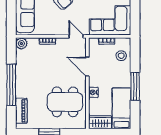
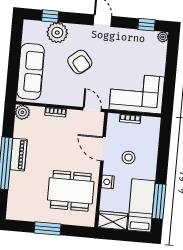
stool: (121, 56) -> (129, 157), moved
window: (135, 86) -> (159, 201), moved
piano: (21, 111) -> (19, 155), moved

